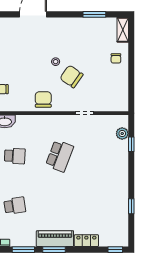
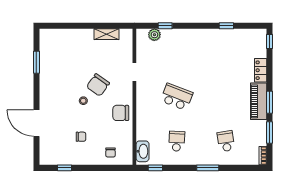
shelving: (123, 30) -> (106, 34), moved
chair: (116, 58) -> (81, 137), moved

